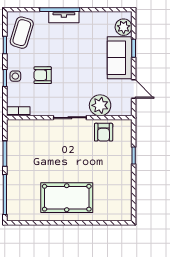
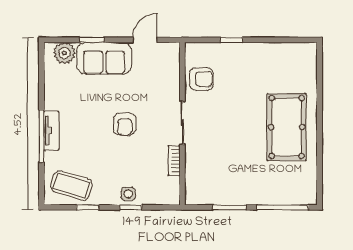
armchair: (43, 75) -> (125, 124), moved
plant: (100, 105) -> (166, 84), removed
bookcase: (18, 111) -> (174, 161), moved

